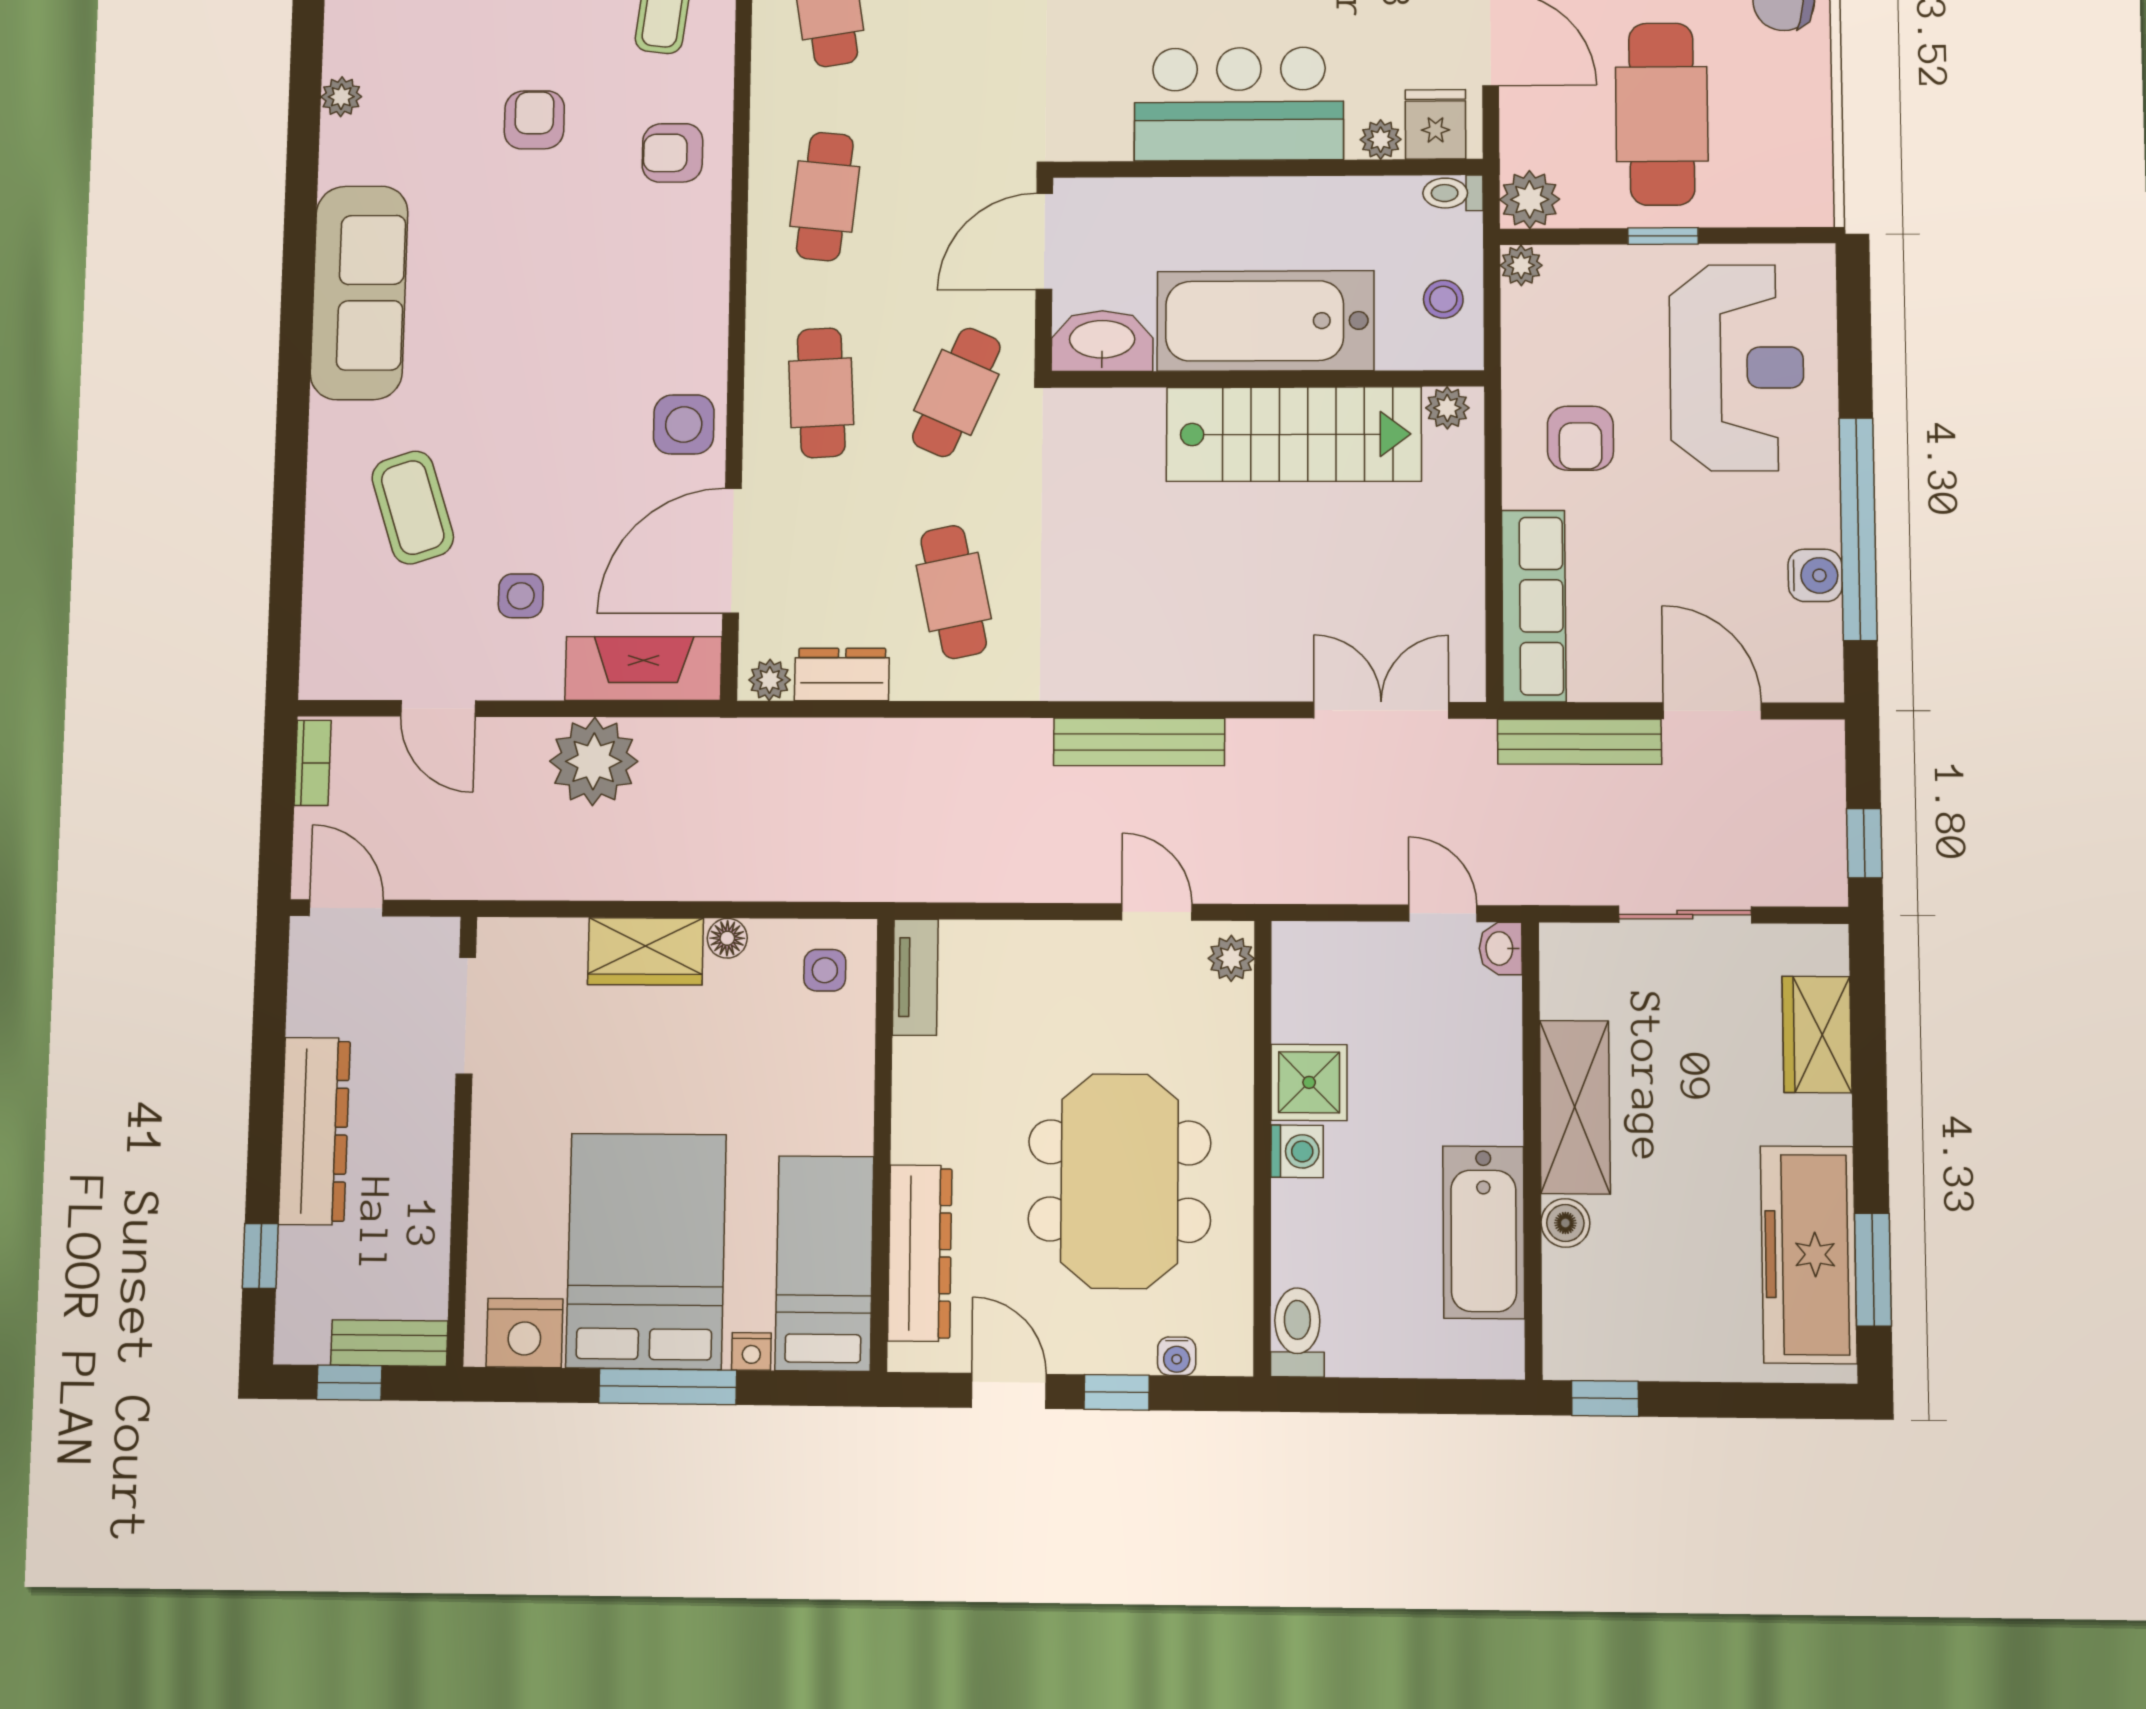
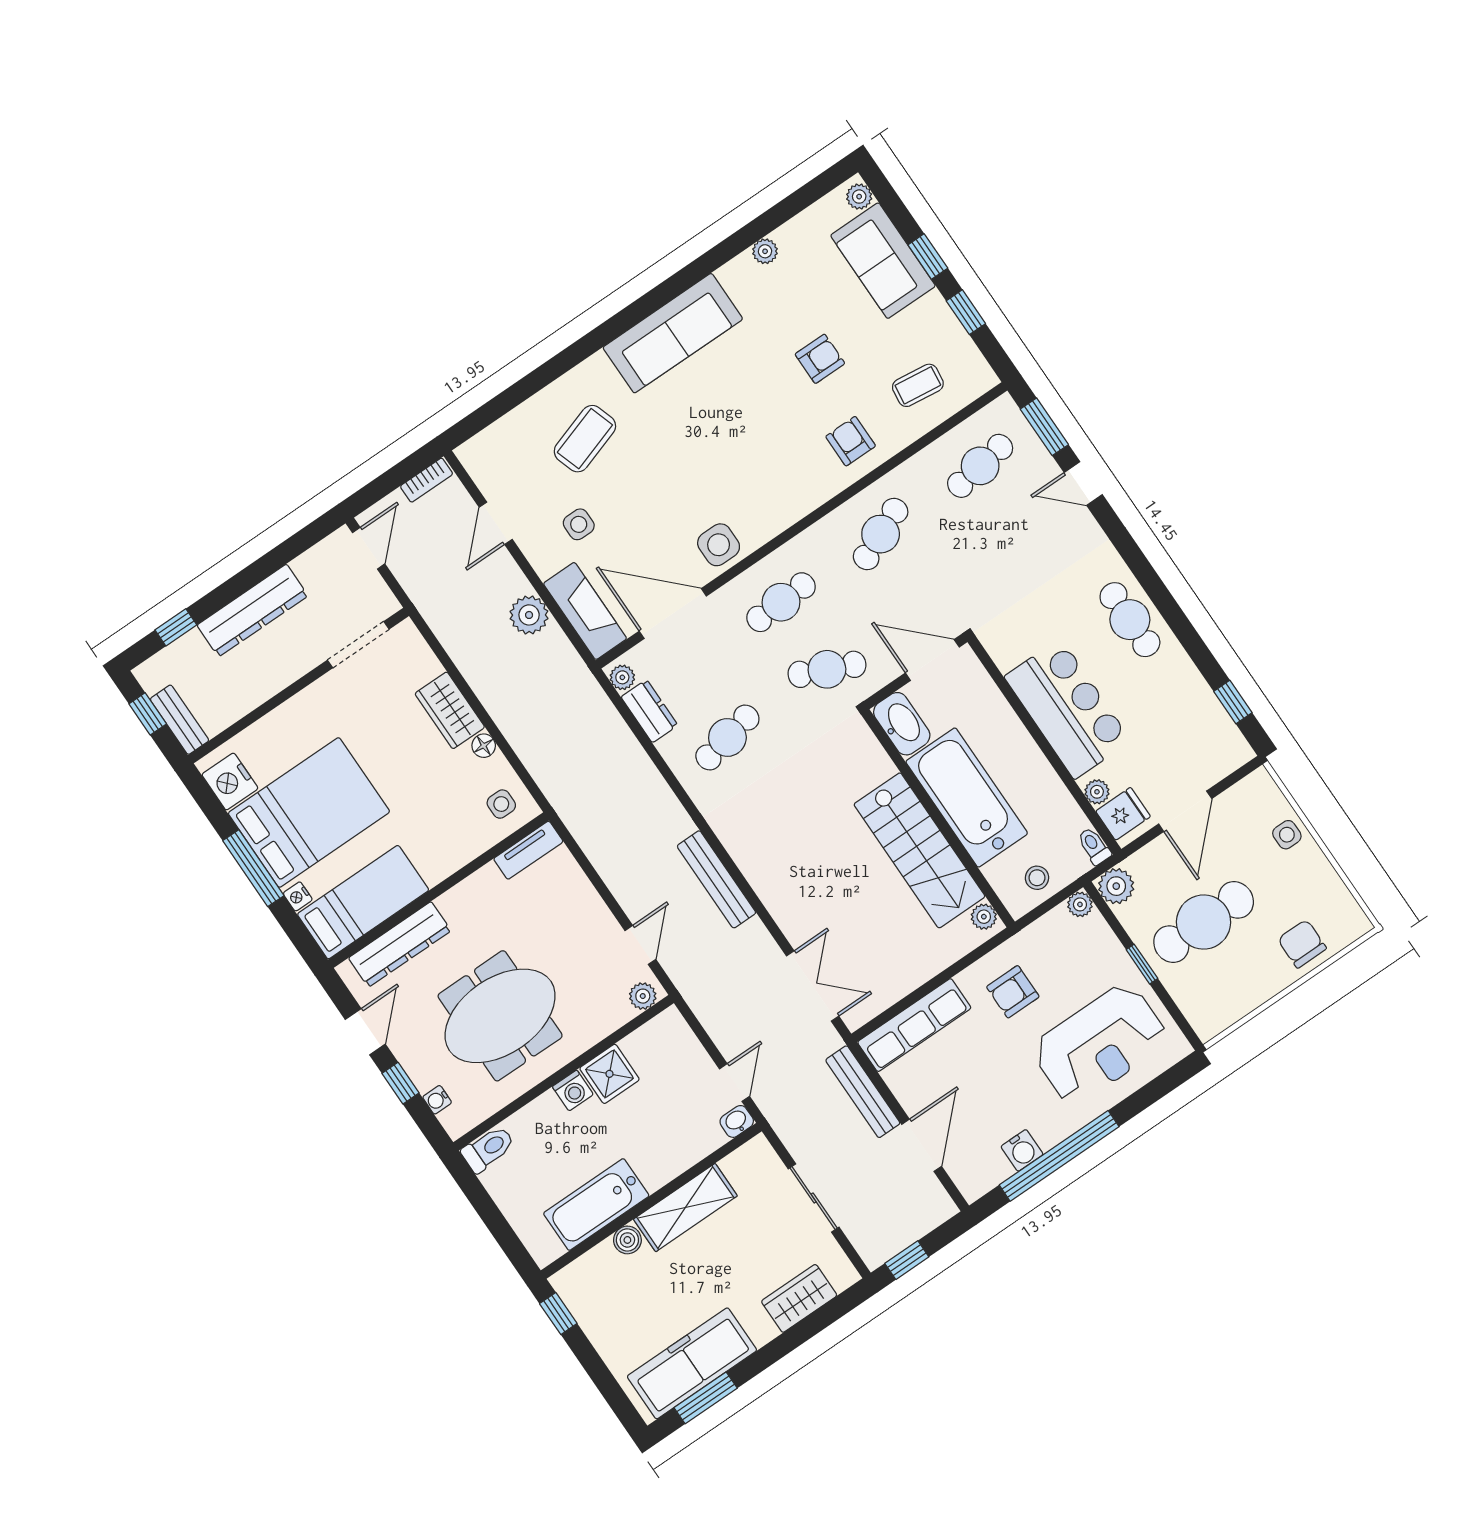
cafe table: (825, 197) -> (881, 534), turned -30
plant: (594, 761) -> (529, 615), width x0.73, depth x0.73

